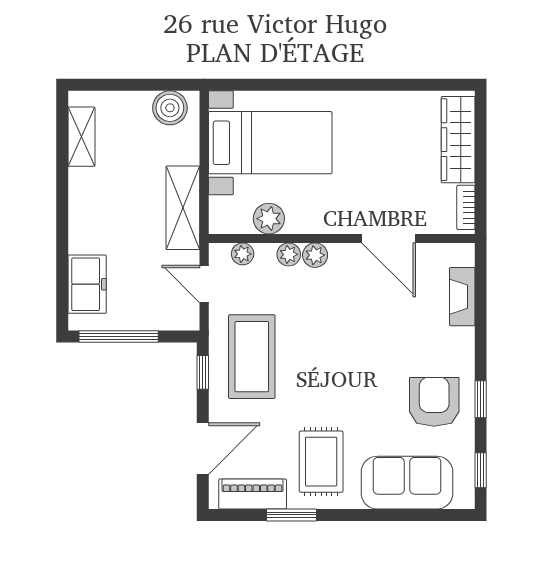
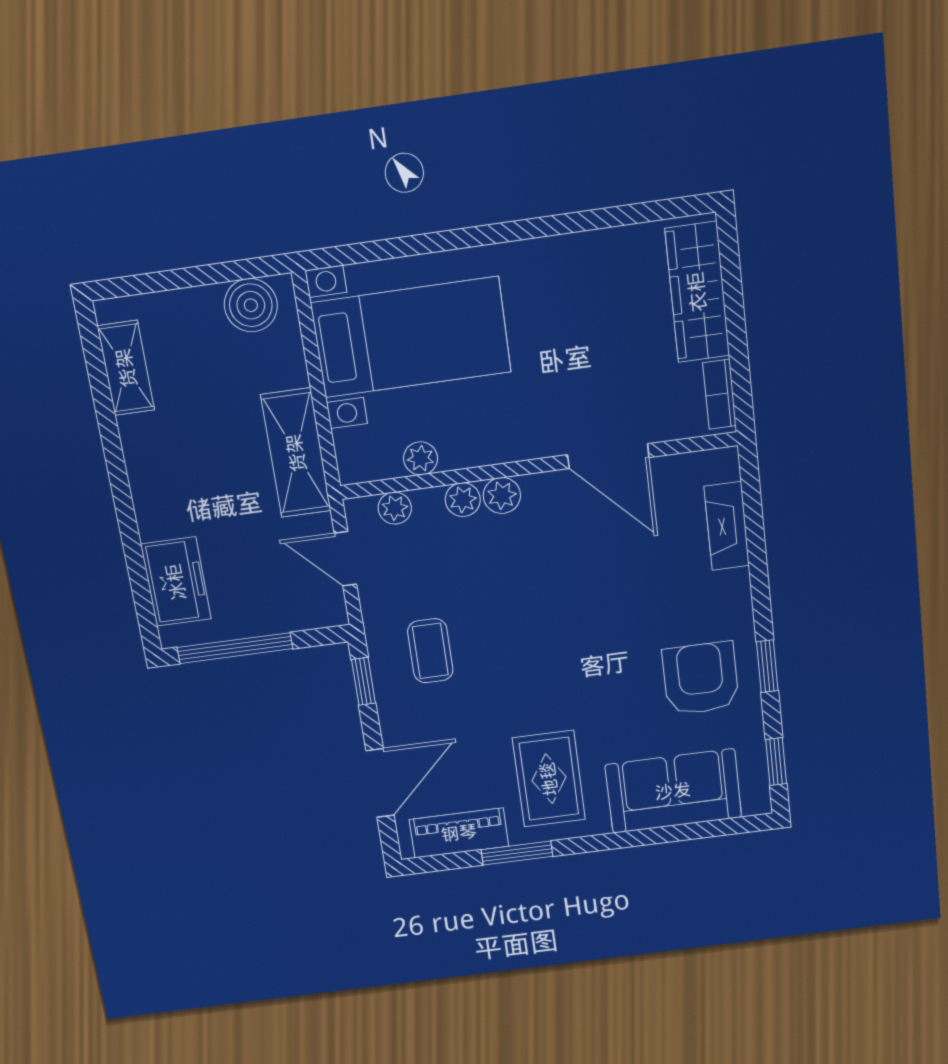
plant: (269, 219) -> (421, 458), width x0.73, depth x0.73
coffee table: (252, 357) -> (430, 651), width x0.54, depth x0.58

